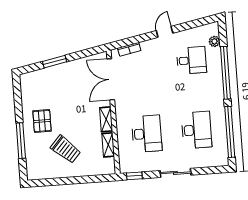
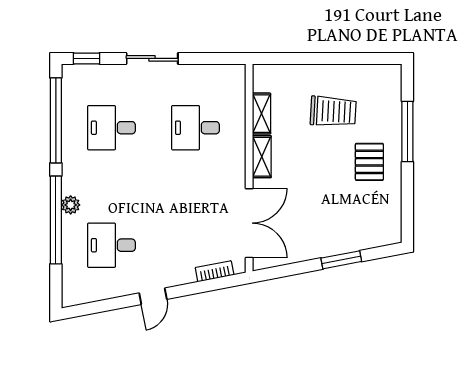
plant: (214, 41) -> (71, 205), moved
desk: (196, 130) -> (112, 128), width x0.73
desk: (147, 134) -> (196, 128), width x0.73
trolley: (66, 149) -> (333, 111), turned 141
window: (134, 176) -> (87, 58), moved

